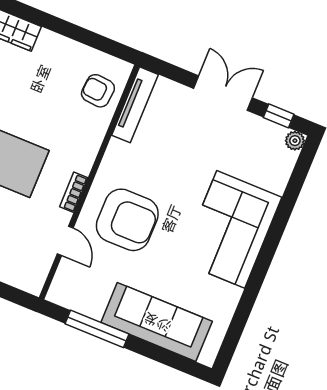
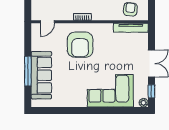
corner sofa: (231, 229) -> (110, 91), moved
door: (65, 241) -> (47, 22), moved
window: (97, 329) -> (28, 71), moved

